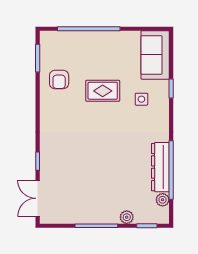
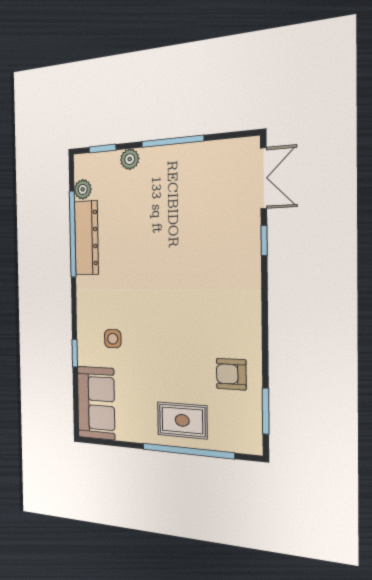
armchair: (59, 80) -> (231, 374), turned -90
rug: (103, 91) -> (182, 420), moved

